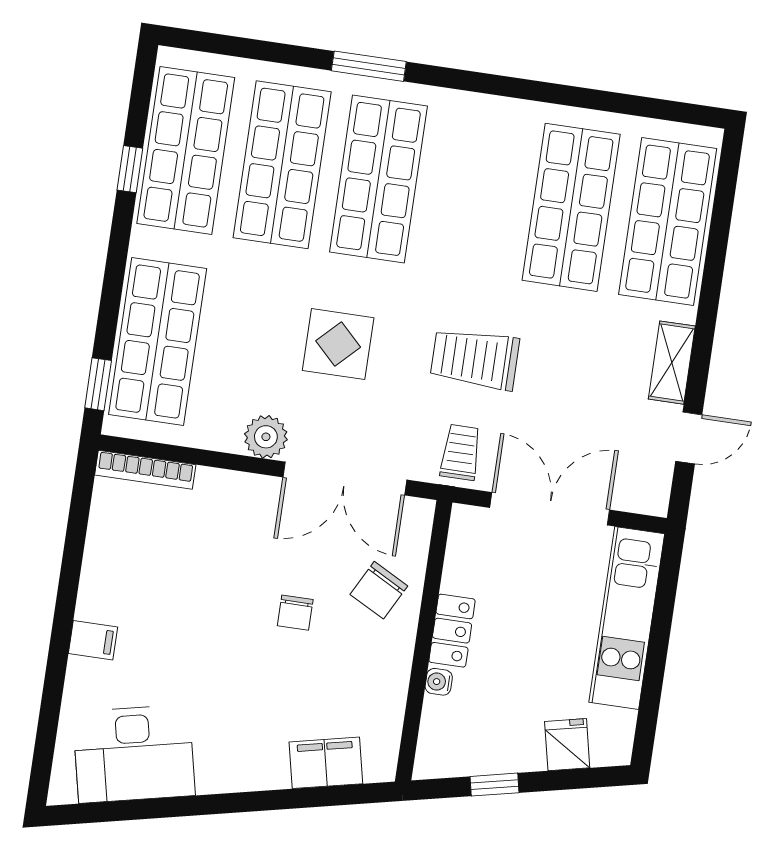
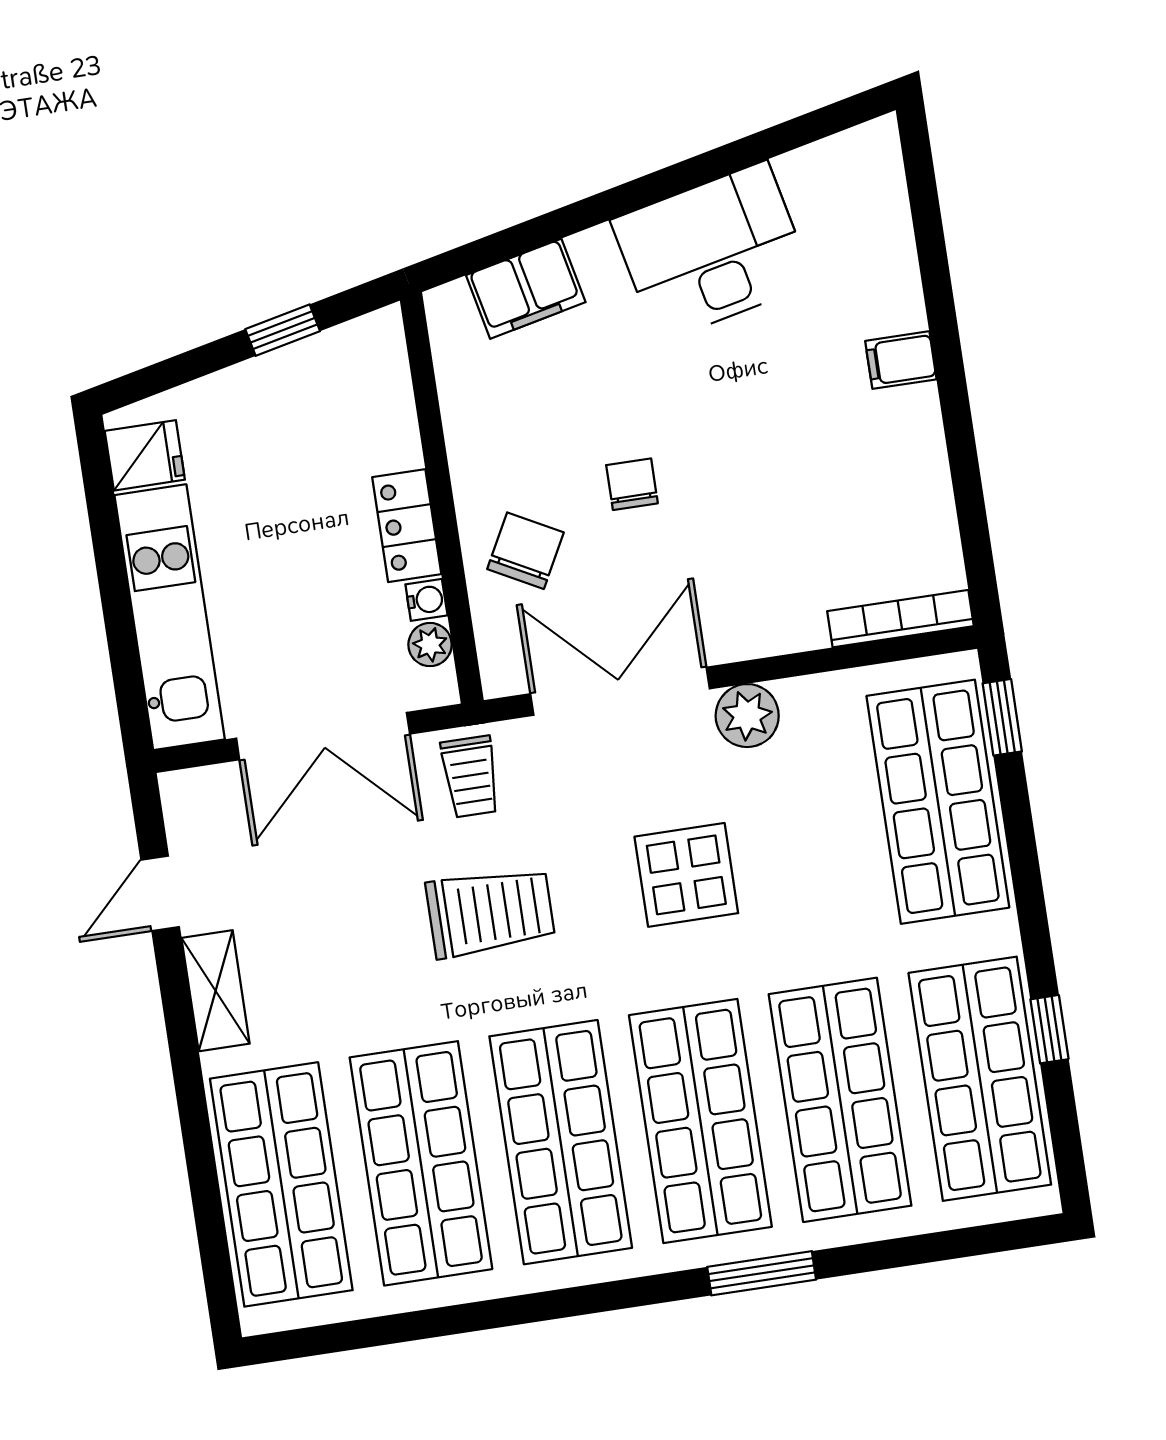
shop shelf: (475, 193) -> (561, 1142), added
plant: (461, 548) -> (430, 645), added
water cooler: (439, 682) -> (426, 600), moved
fridge: (567, 745) -> (145, 455), moved, turned -78
desk: (134, 754) -> (712, 252), moved

